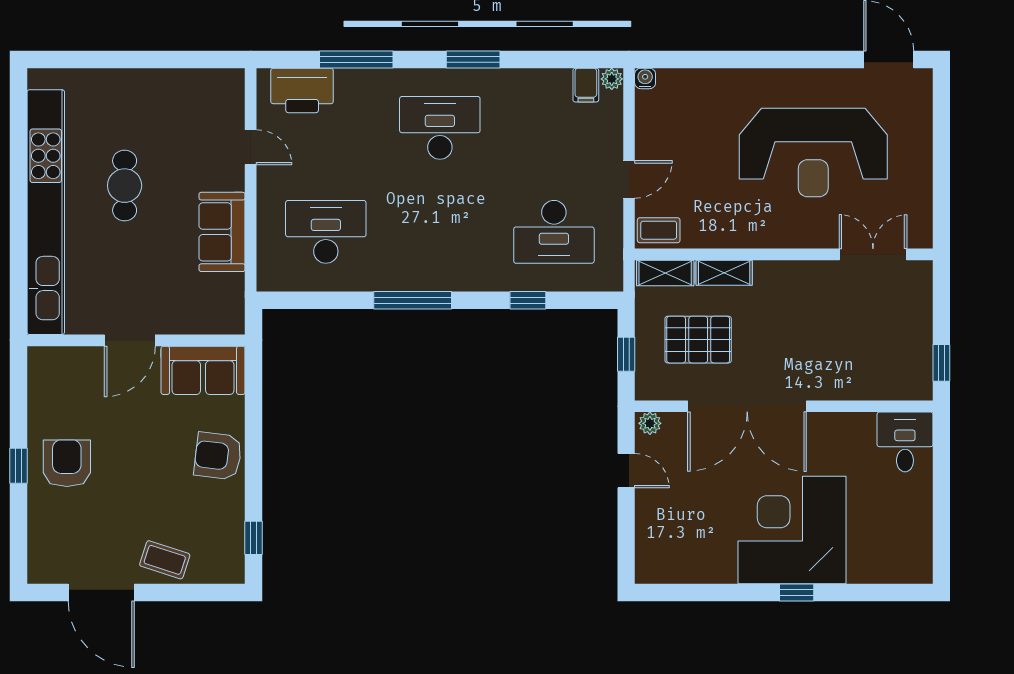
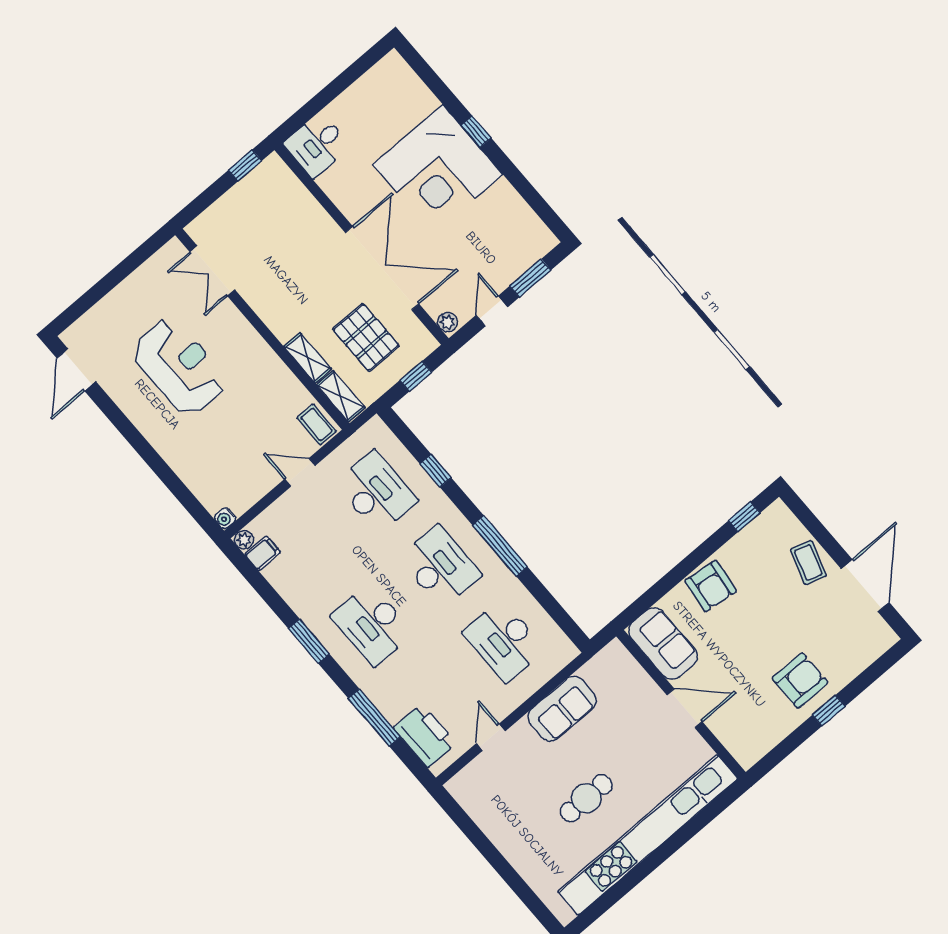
reception desk: (813, 153) -> (179, 367), width x0.74, depth x0.77
desk: (440, 232) -> (440, 566), added
armchair: (67, 463) -> (800, 681), turned 180
window: (626, 530) -> (530, 278), added

